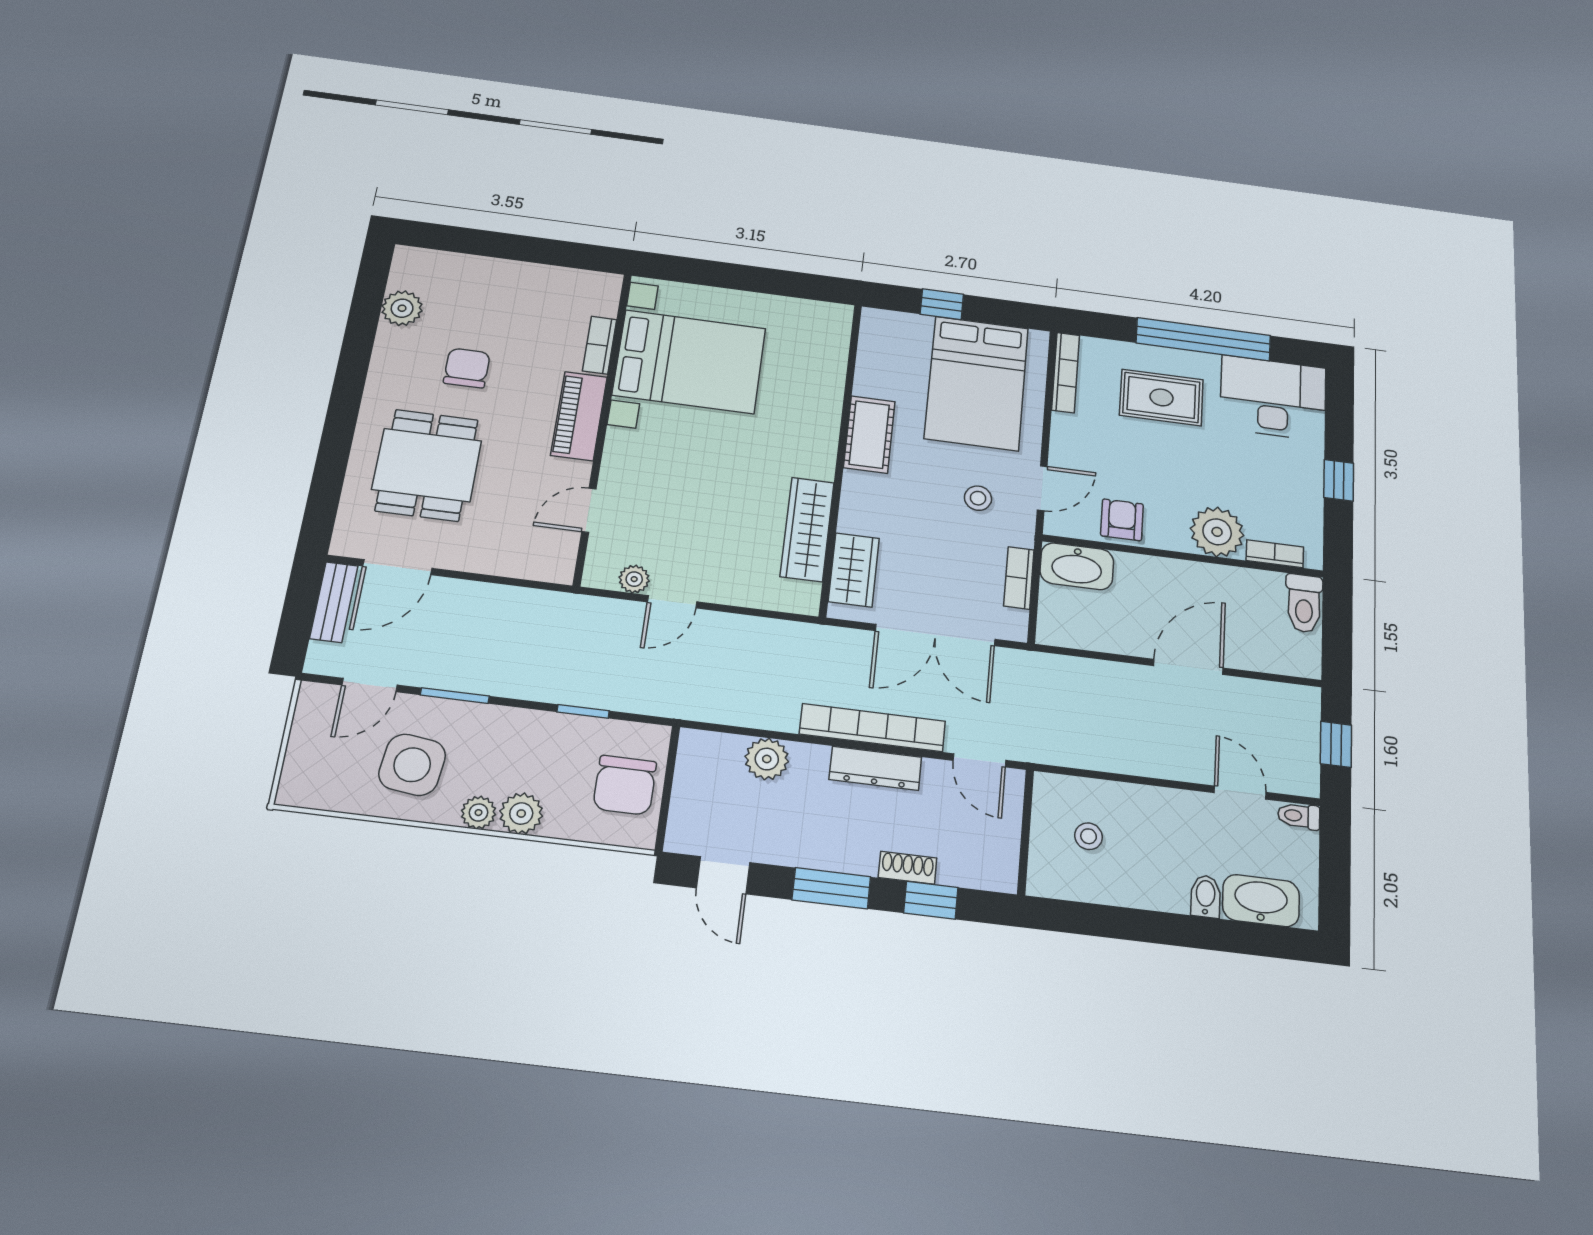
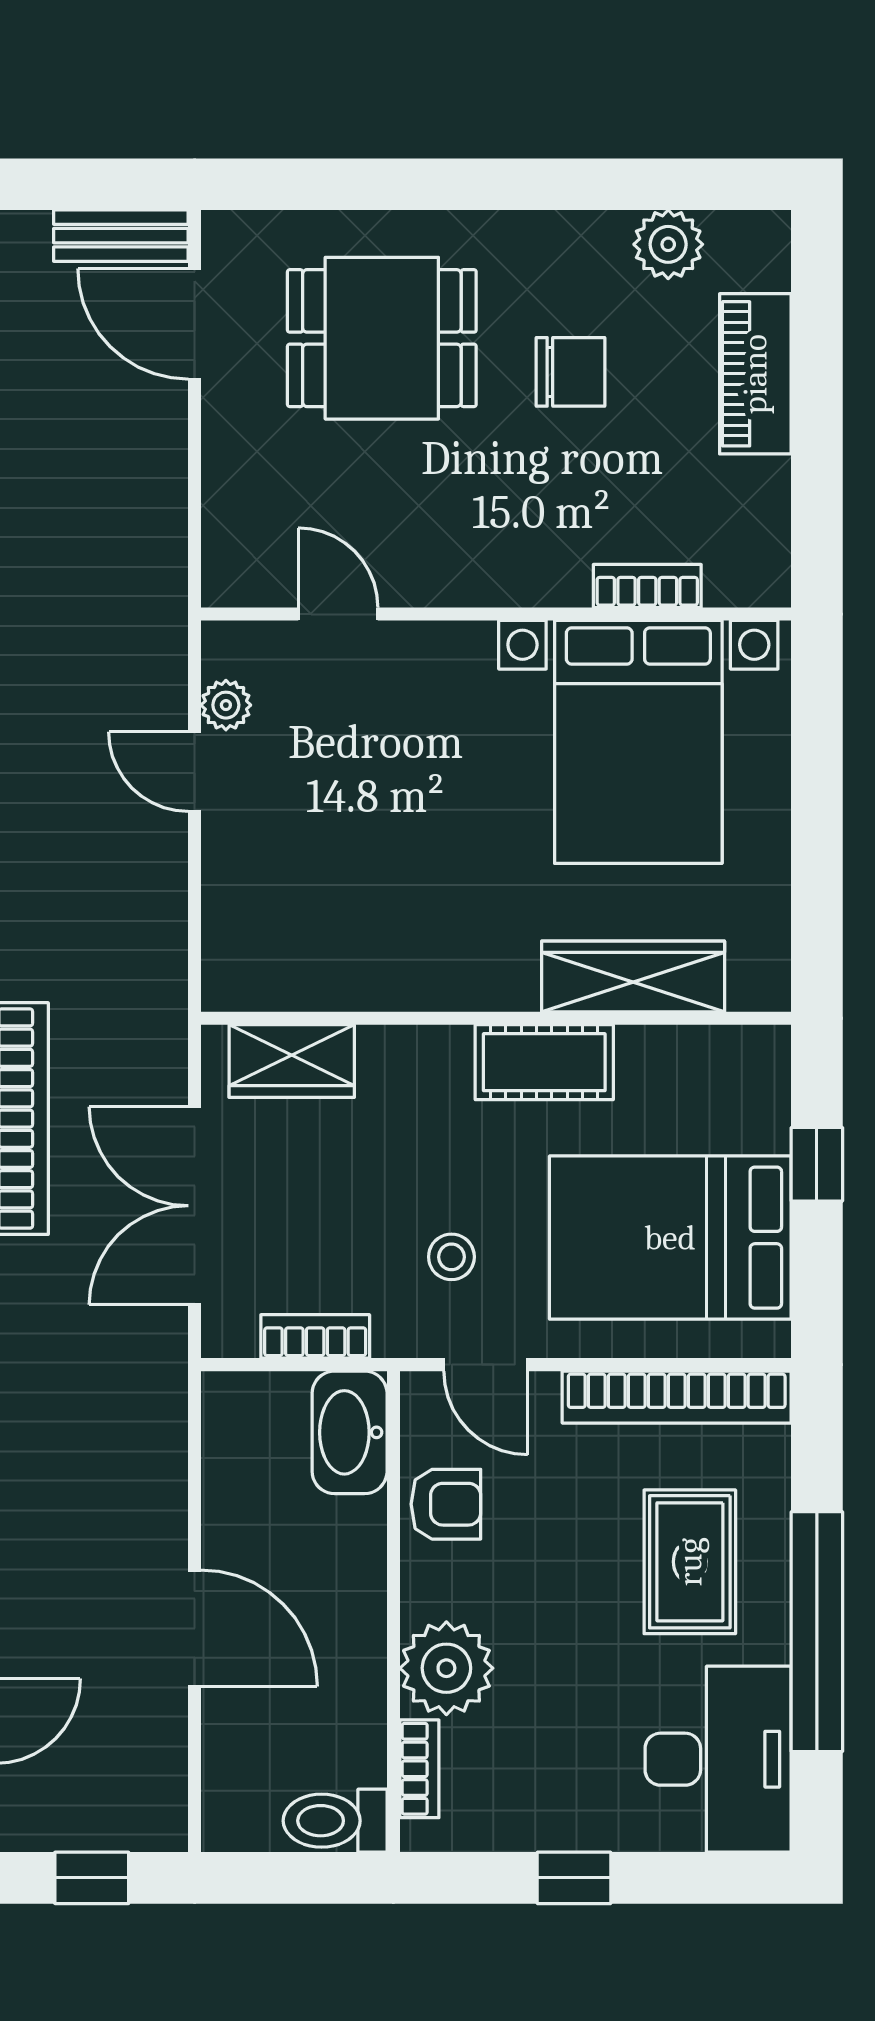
bookcase: (1066, 373) -> (677, 1397), width x1.48, depth x1.31
piano: (579, 416) -> (755, 374), moved, turned -90
wardrobe: (807, 529) -> (633, 976), moved

